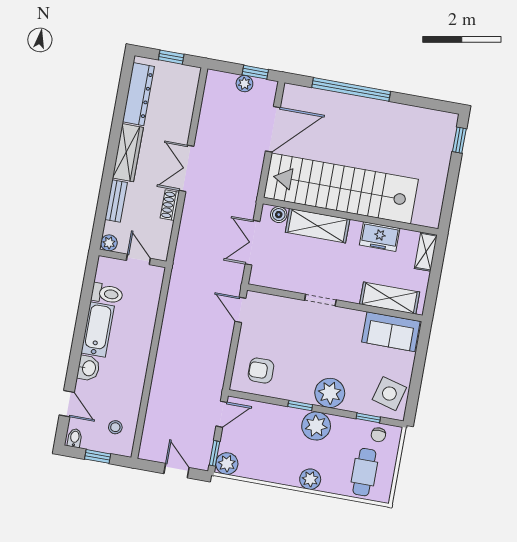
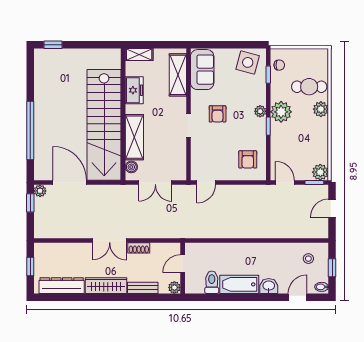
plant: (244, 84) -> (40, 191), moved
armchair: (329, 341) -> (218, 114), added
plant: (330, 393) -> (260, 111), width x0.53, depth x0.53
cafe table: (364, 472) -> (309, 87), moved

